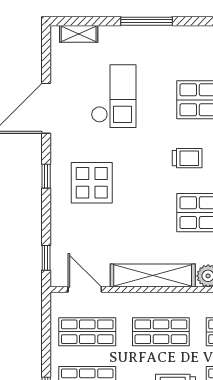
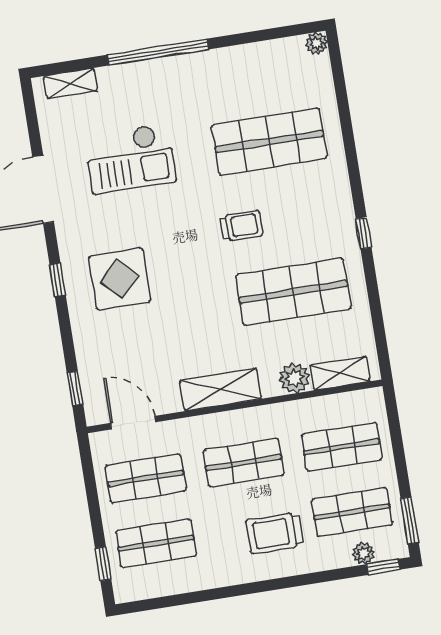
window: (147, 21) -> (158, 52), width x1.46
checkout: (114, 96) -> (130, 159), turned 90
shelving: (153, 276) -> (221, 389), width x0.68

